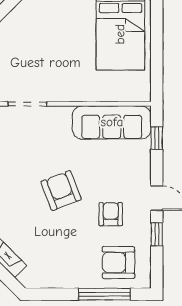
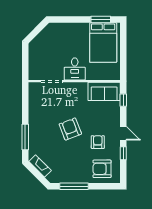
desk: (69, 82) -> (75, 69), added
sofa: (112, 122) -> (104, 91), width x0.73
window: (104, 294) -> (74, 186), moved

